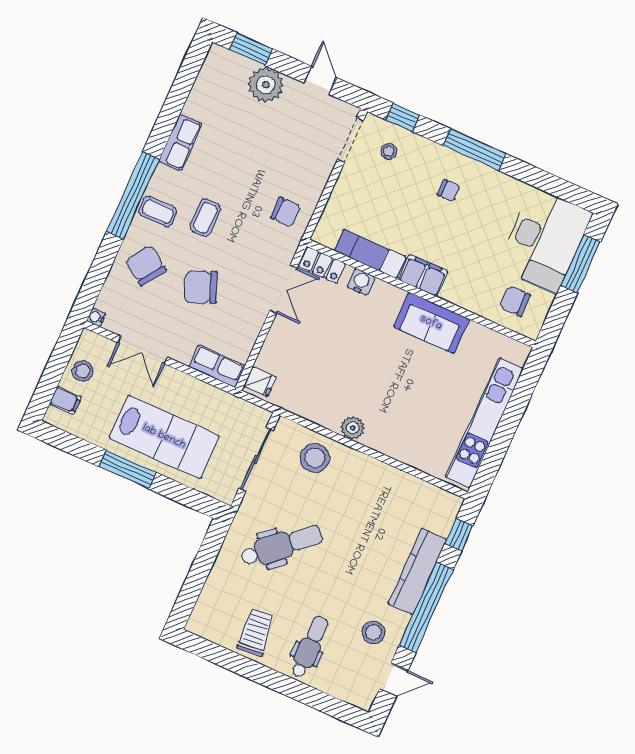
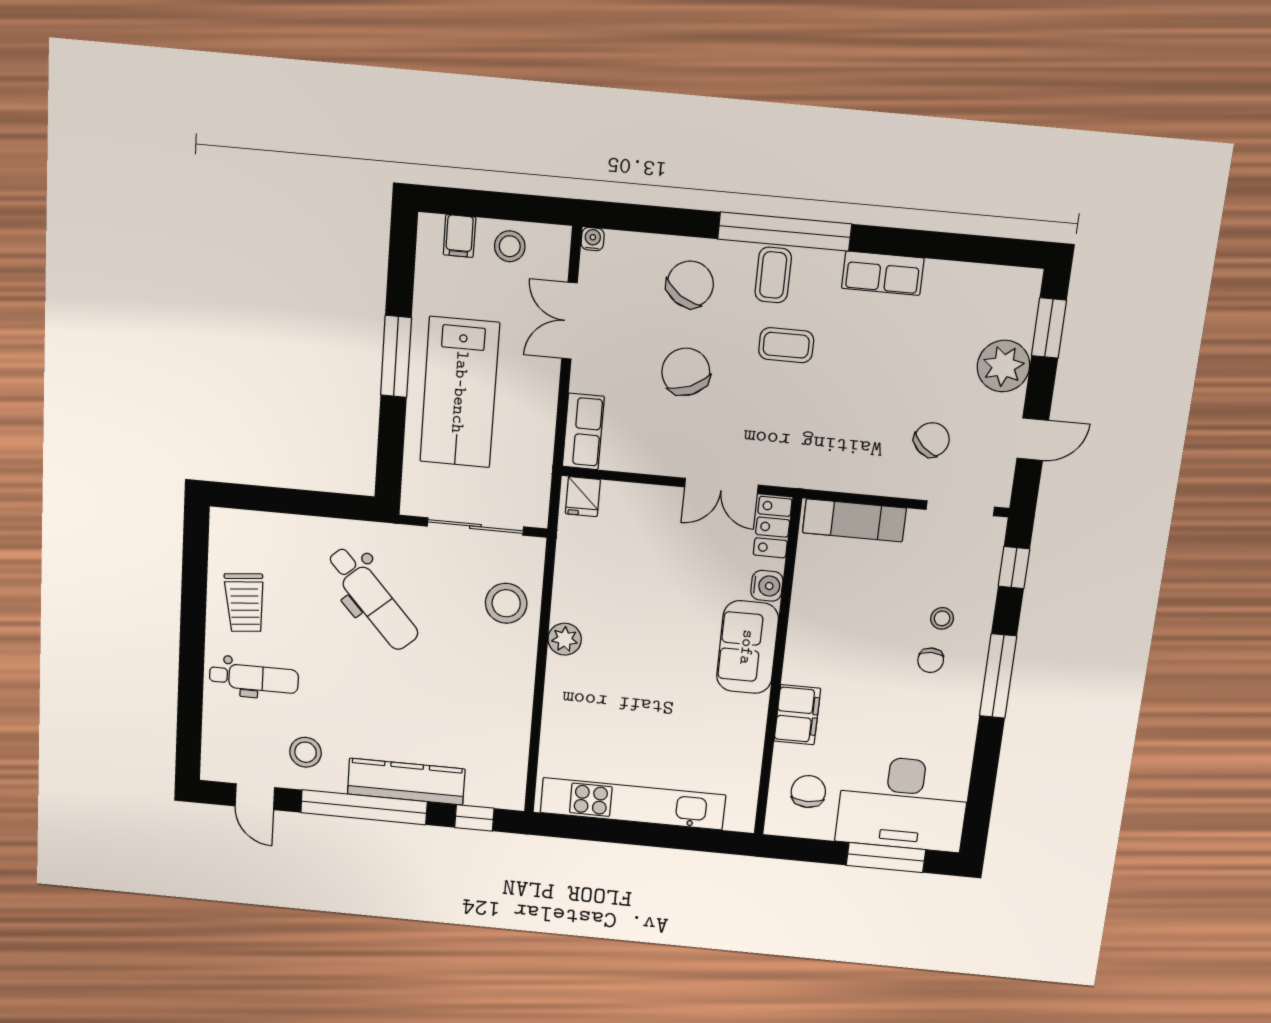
stool: (389, 151) -> (942, 618), moved
chair: (285, 212) -> (932, 440), moved, turned -137
exam couch: (370, 254) -> (854, 520), moved, turned 90
filing cabinet: (423, 275) -> (797, 715), moved
sofa: (431, 323) -> (747, 647), moved
trolley: (256, 632) -> (245, 603), turned 91

